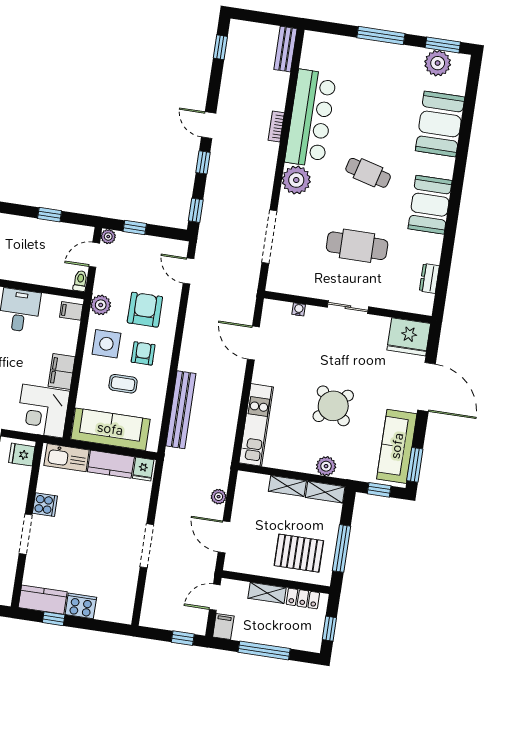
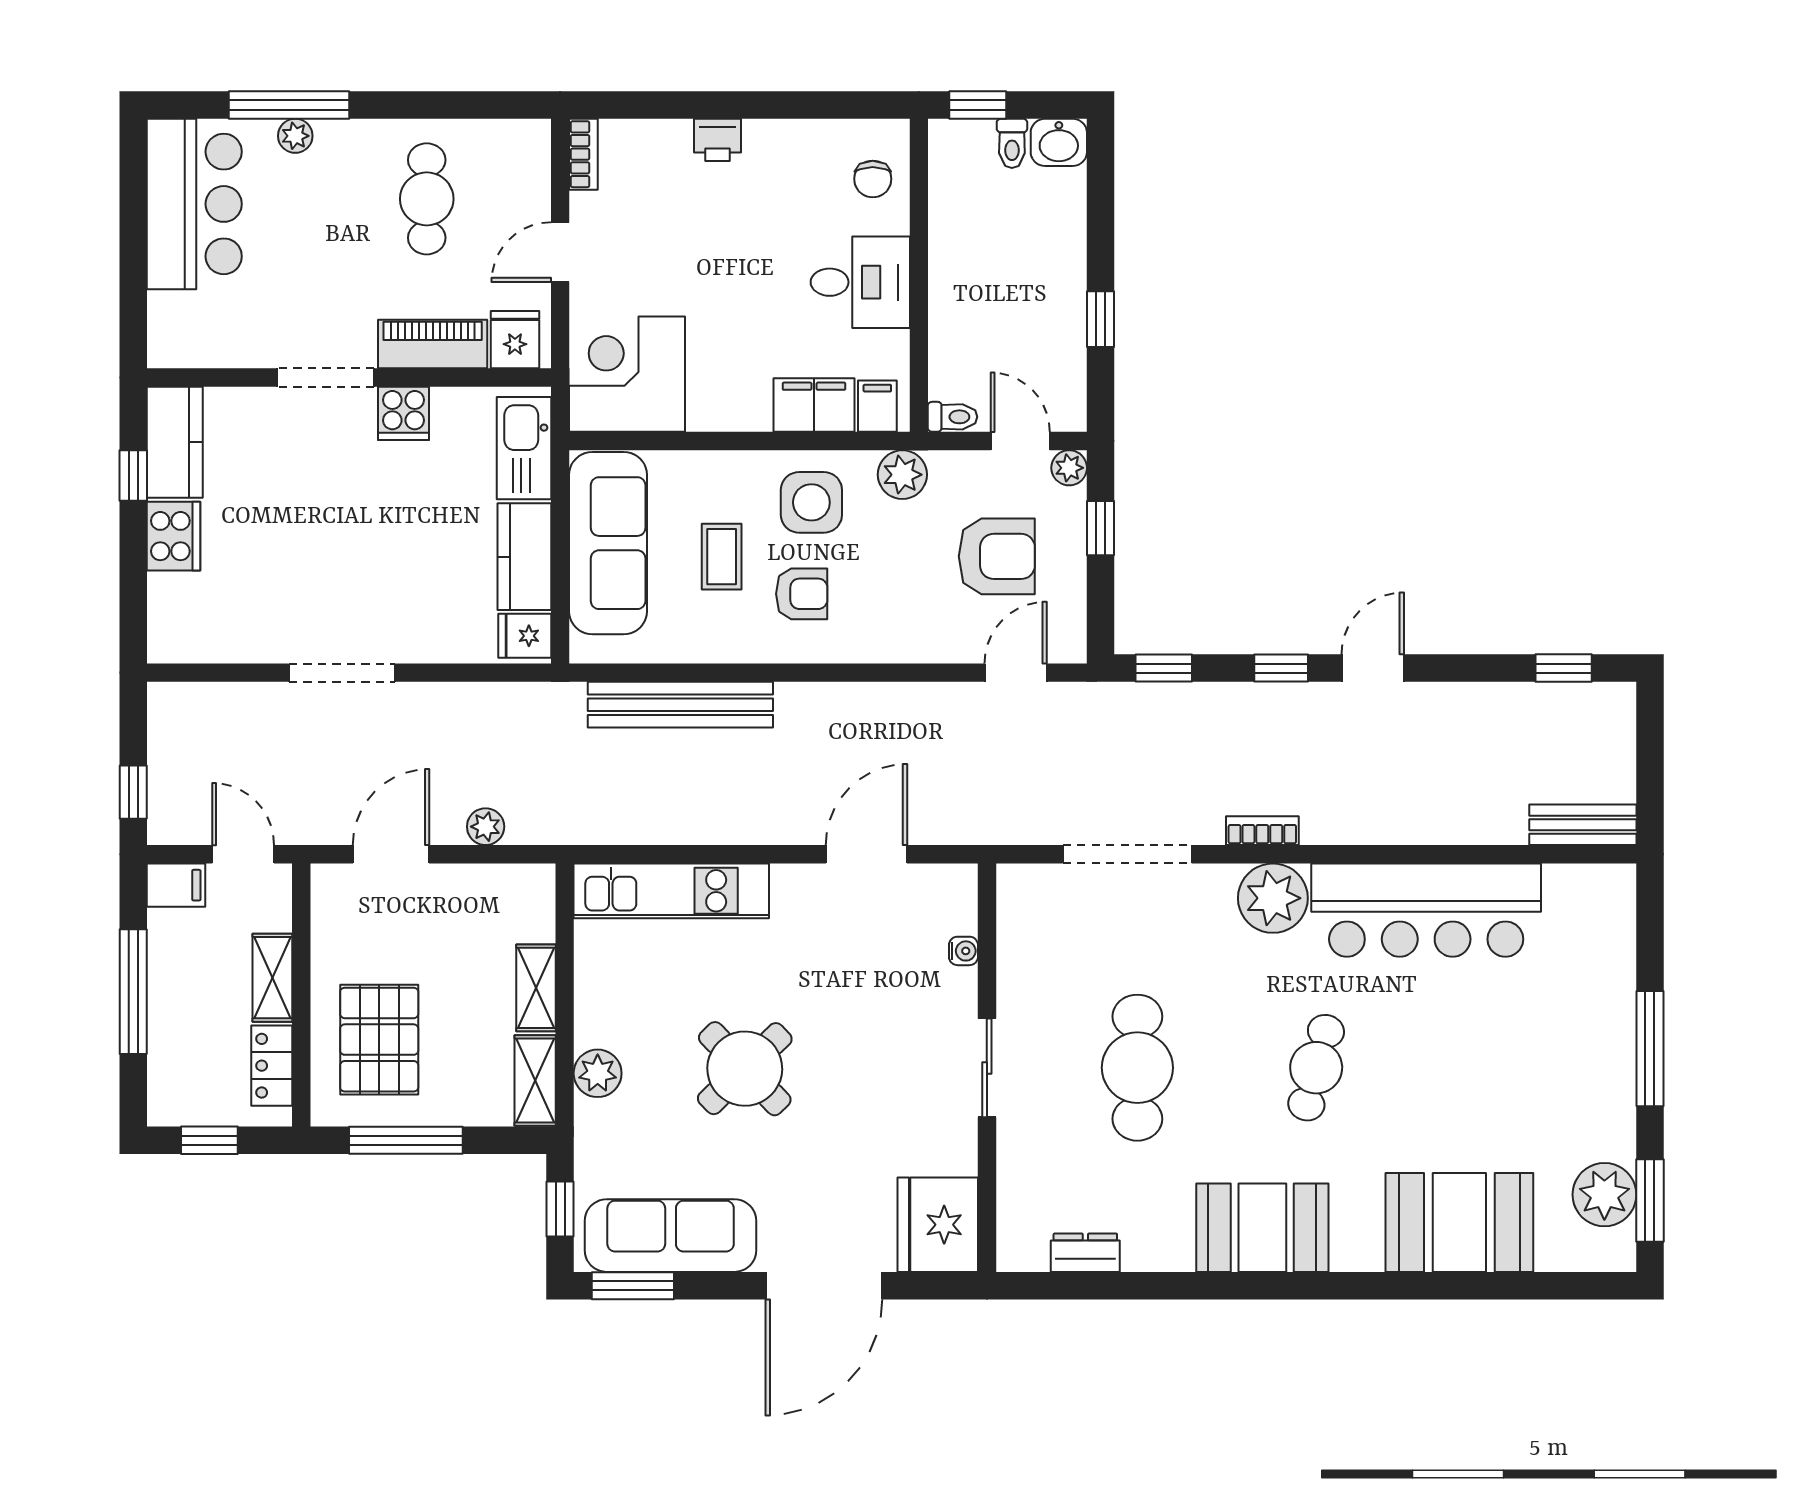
bookcase: (276, 127) -> (1262, 831), moved
armchair: (145, 310) -> (997, 556), moved
filing cabinet: (62, 371) -> (814, 405), moved
piano: (18, 488) -> (433, 344), added

